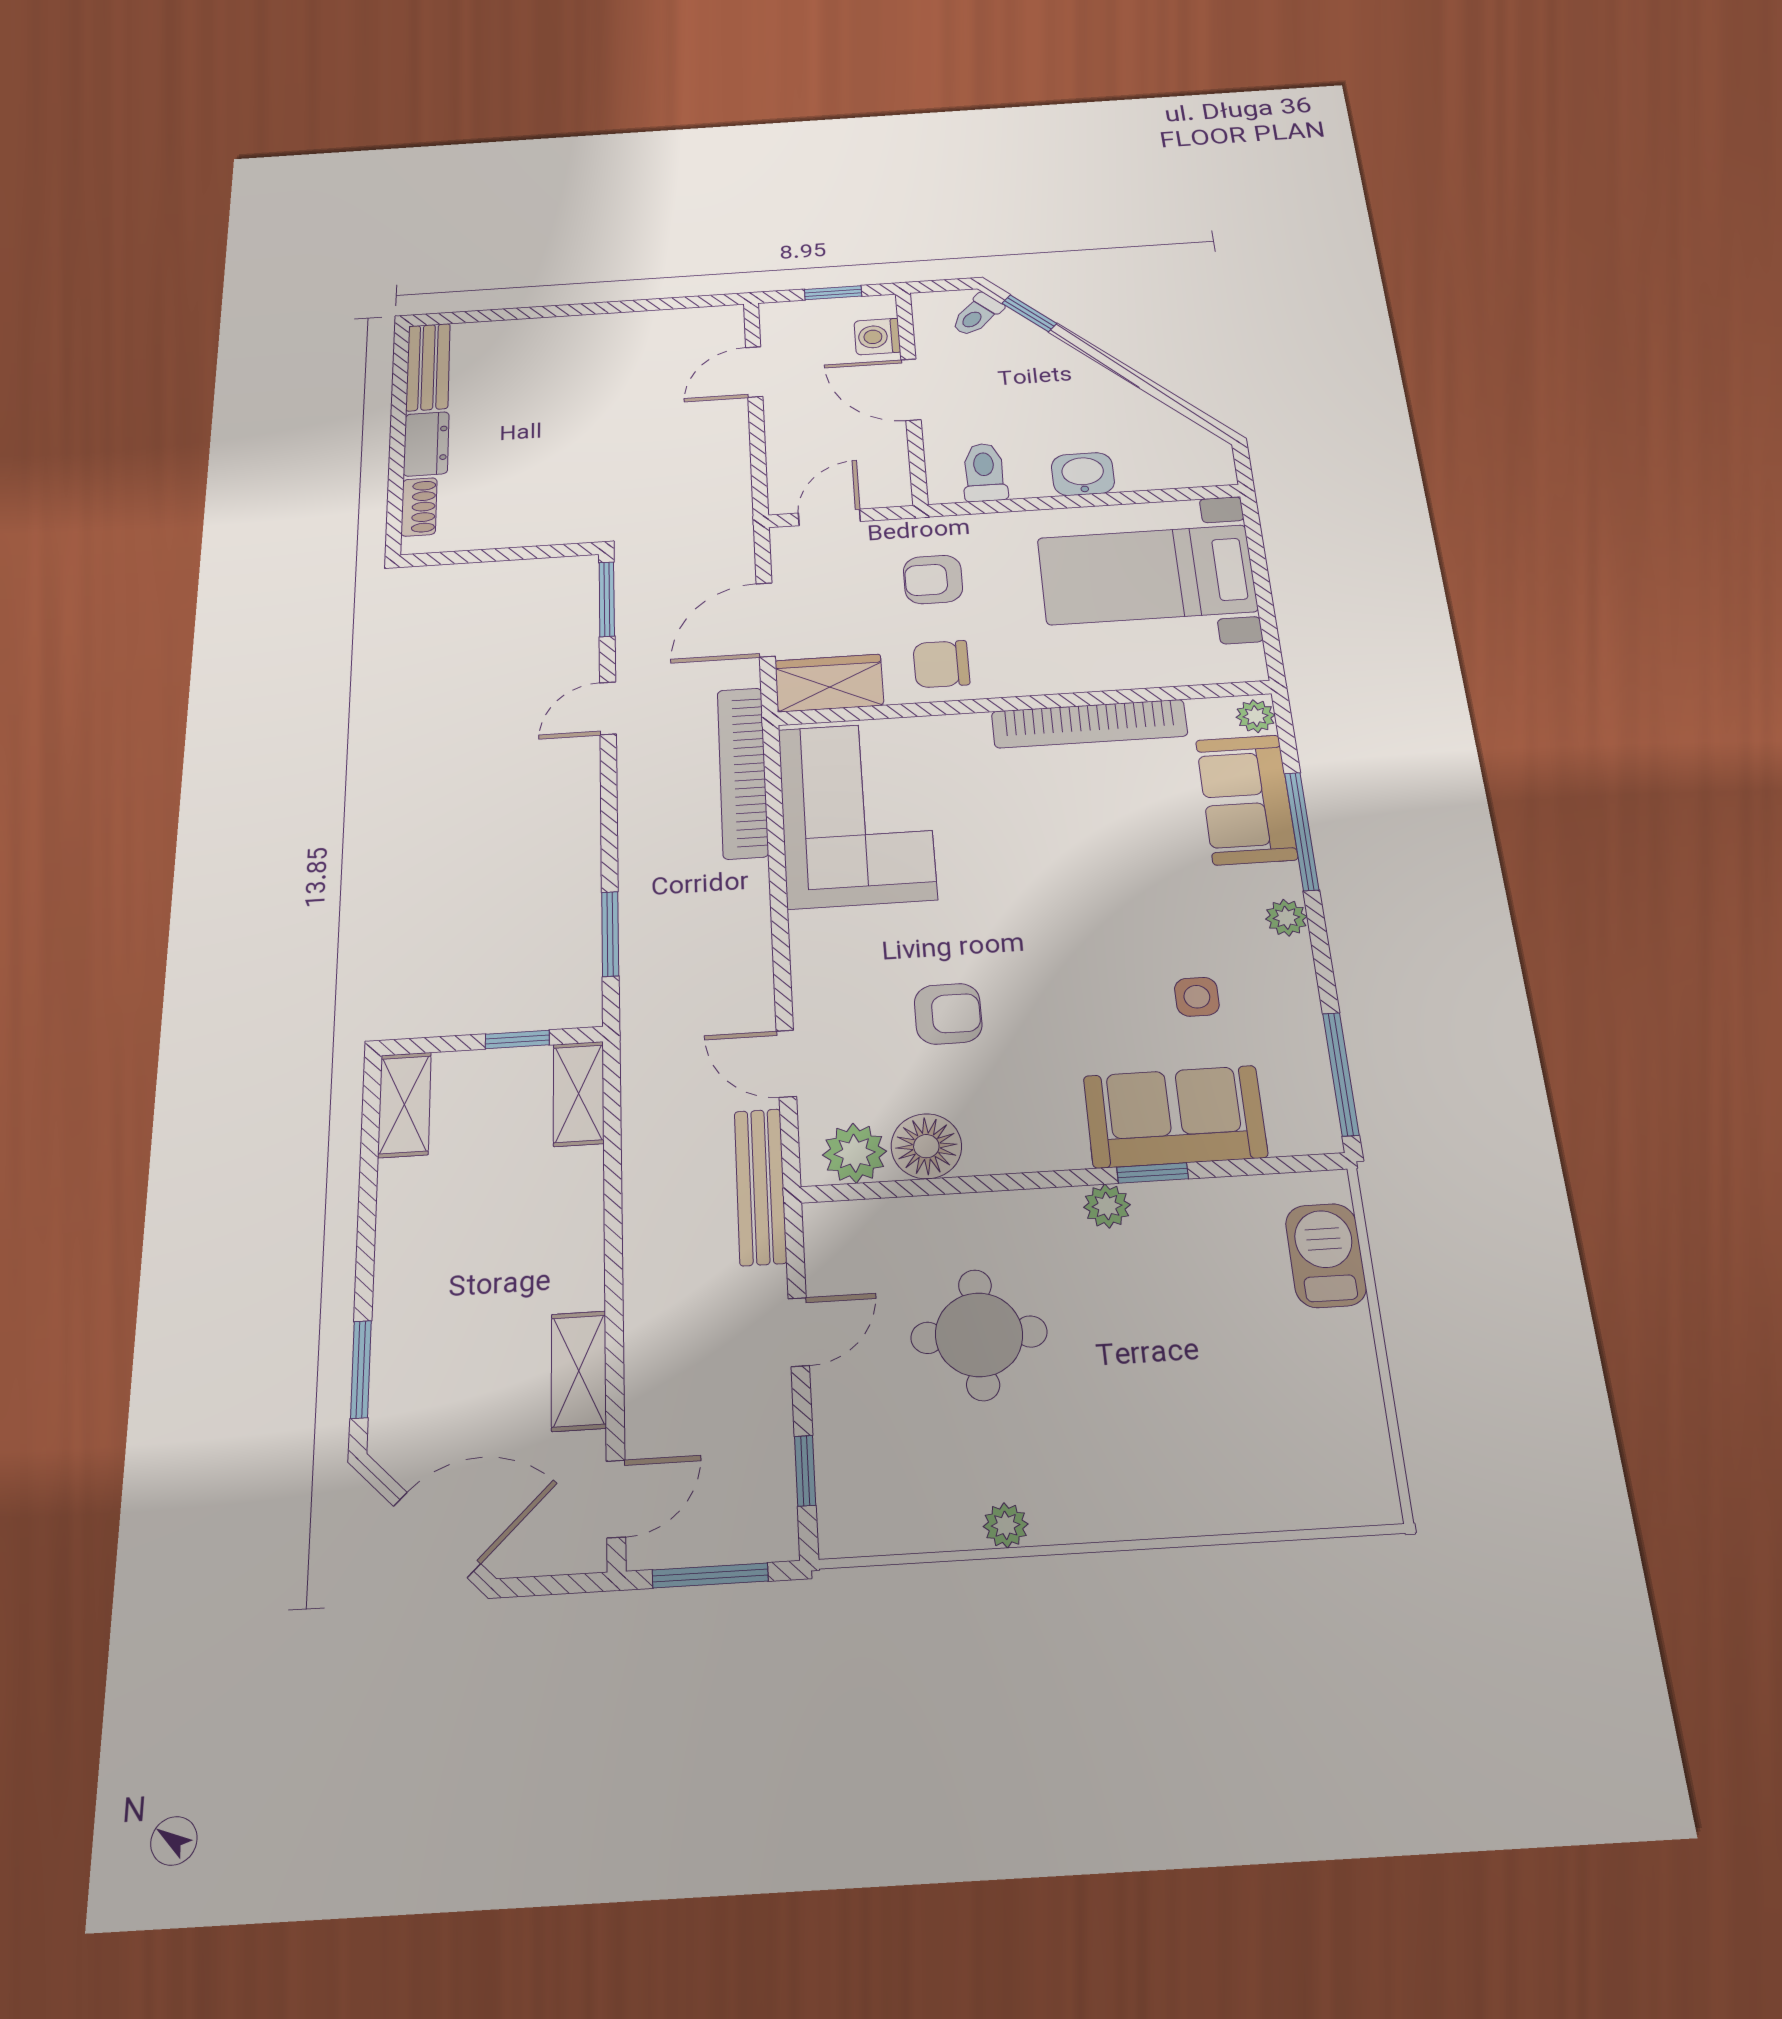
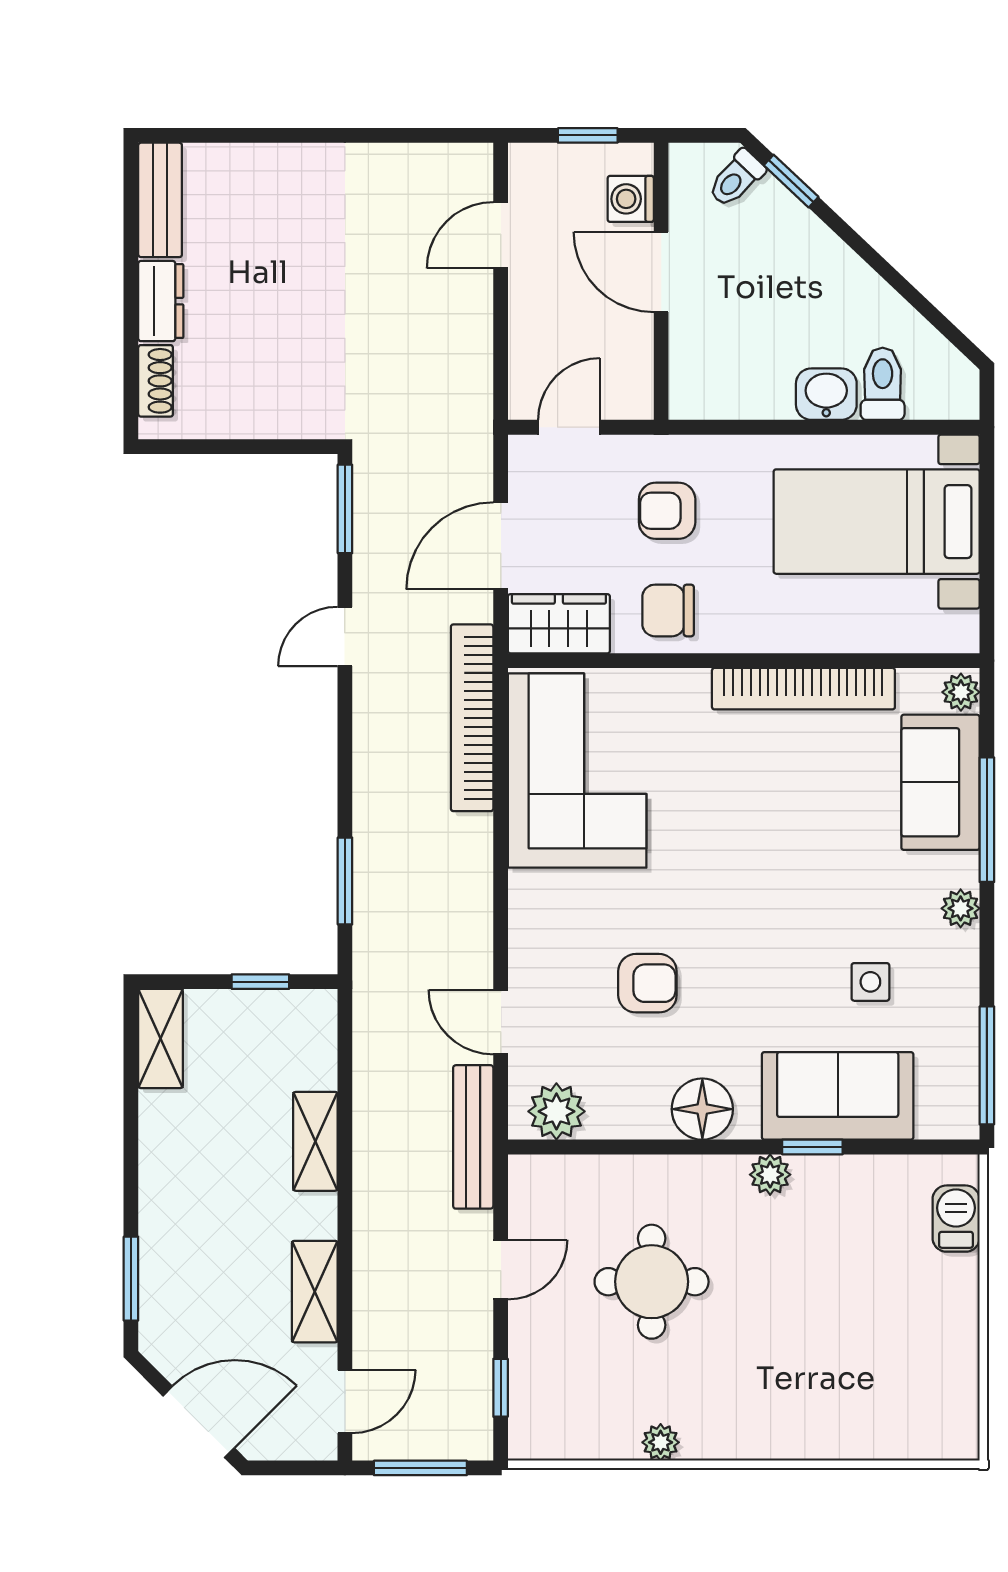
toilet: (984, 472) -> (883, 384), moved
shelving: (579, 1094) -> (315, 1141), moved
floor lamp: (926, 1146) -> (702, 1109), moved
barbecue: (1326, 1255) -> (956, 1219), width x0.73, depth x0.79

